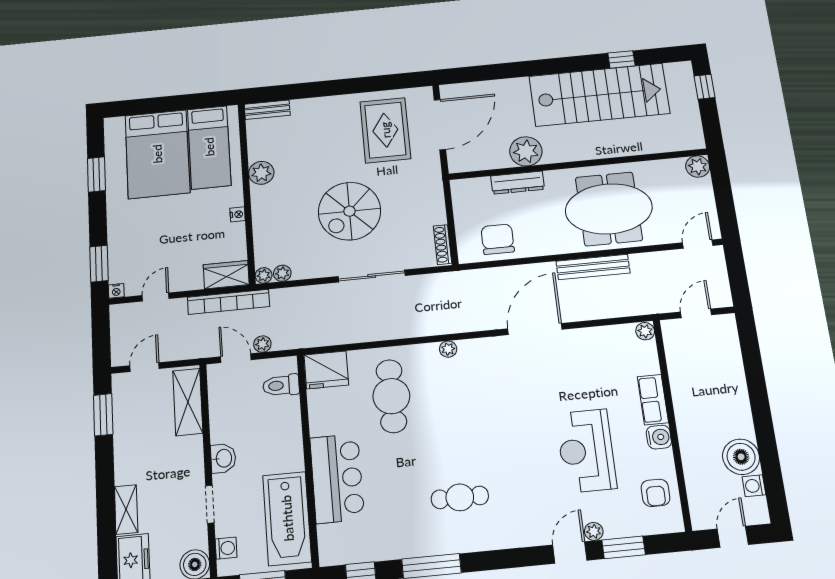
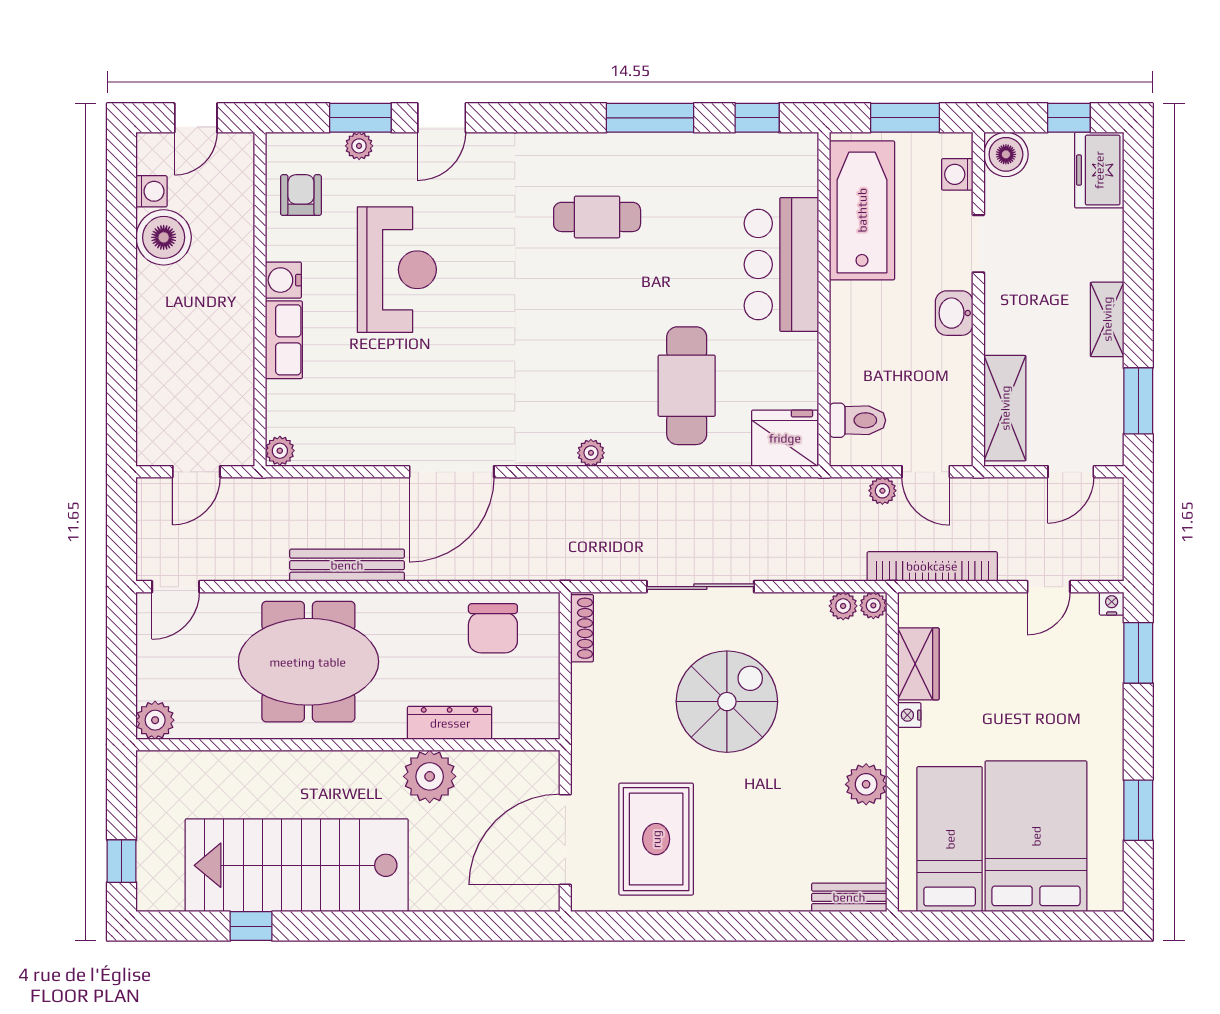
wardrobe: (226, 275) -> (918, 664), moved, turned -90
shelving: (126, 509) -> (1107, 319), moved
plant: (594, 531) -> (359, 146), moved

